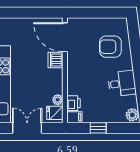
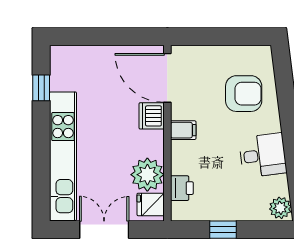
armchair: (110, 47) -> (244, 94), turned 180
plant: (58, 100) -> (147, 175), width x1.87, depth x1.87
filing cabinet: (74, 117) -> (183, 130), moved

